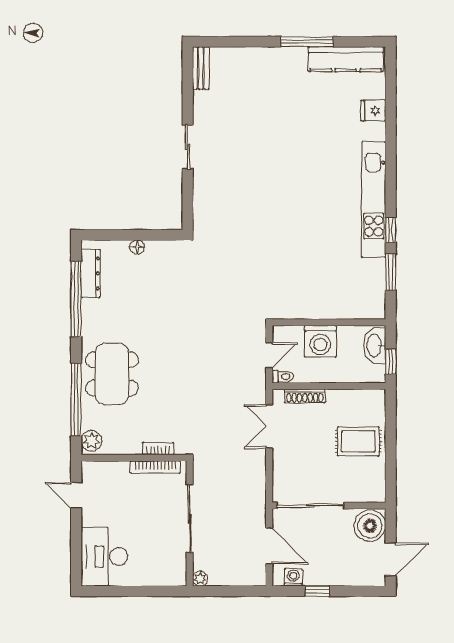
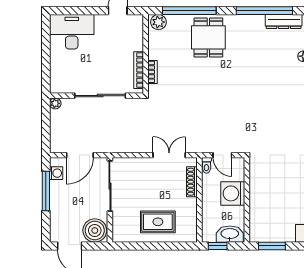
window: (391, 272) -> (272, 246), moved
dining table: (112, 374) -> (208, 37), width x0.73
rug: (358, 441) -> (158, 222), turned 90
window: (317, 591) -> (46, 191), width x2.17

